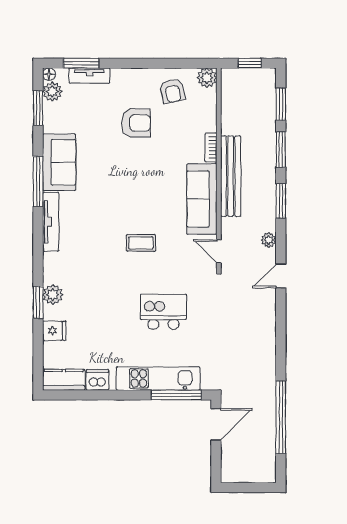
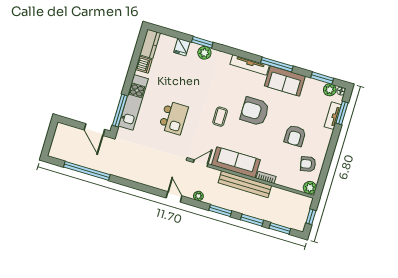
armchair: (118, 194) -> (255, 111), added

